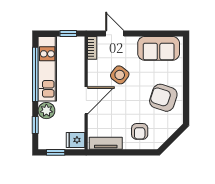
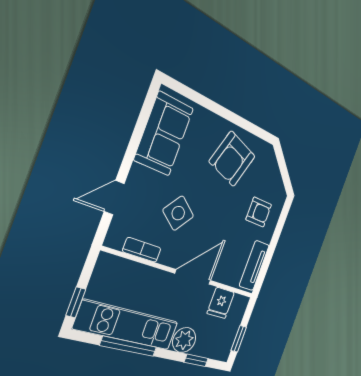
window: (68, 33) -> (76, 302), moved
bookcase: (92, 48) -> (142, 250), moved
window: (35, 74) -> (129, 346), width x0.68
door: (86, 100) -> (193, 277), hinge flipped
fridge: (75, 140) -> (221, 303), moved

